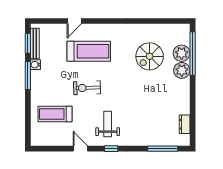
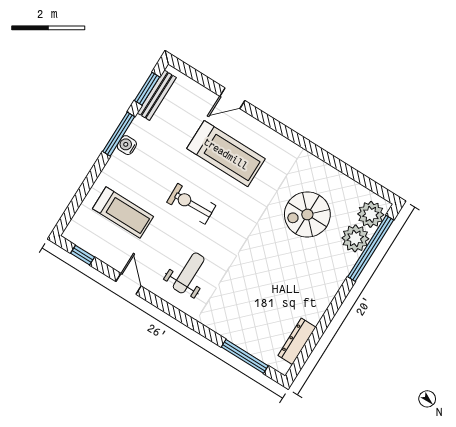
water cooler: (35, 65) -> (127, 145), moved
plant: (182, 70) -> (371, 214), moved
treadmill: (55, 114) -> (123, 213), turned 180
dresser: (185, 124) -> (297, 341), width x1.44
window: (111, 149) -> (83, 255), moved

